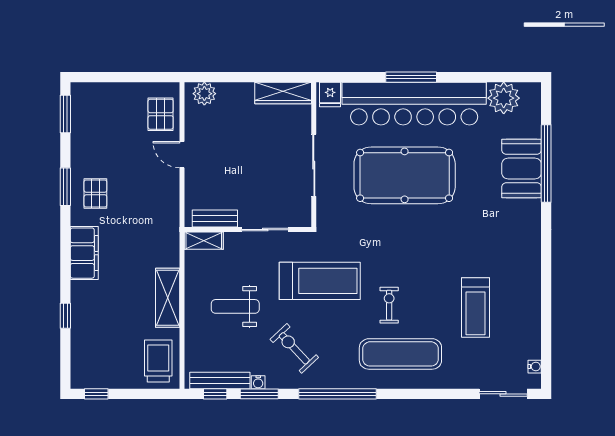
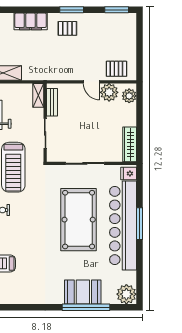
plant: (504, 98) -> (126, 294), moved
plant: (199, 126) -> (109, 92), added
door: (182, 155) -> (91, 82), swing flipped

